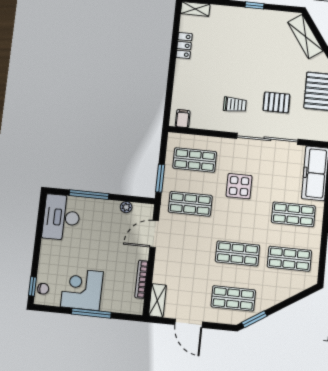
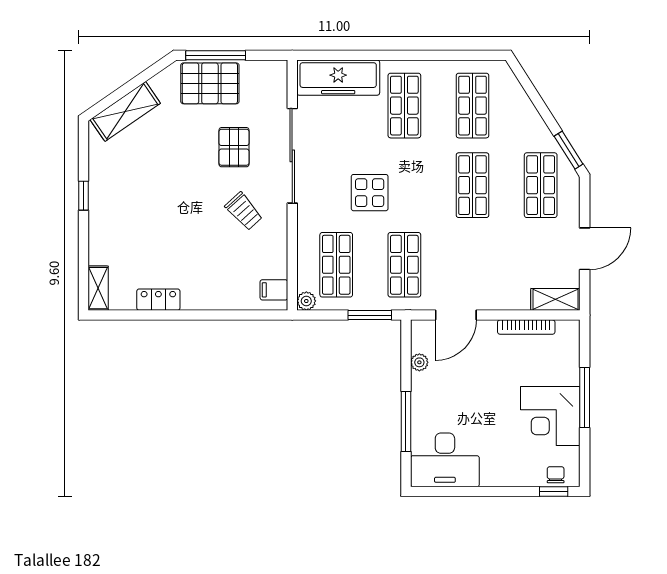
trolley: (235, 105) -> (244, 211), turned 138
plant: (173, 139) -> (306, 301), added
door: (154, 234) -> (456, 315), hinge flipped

